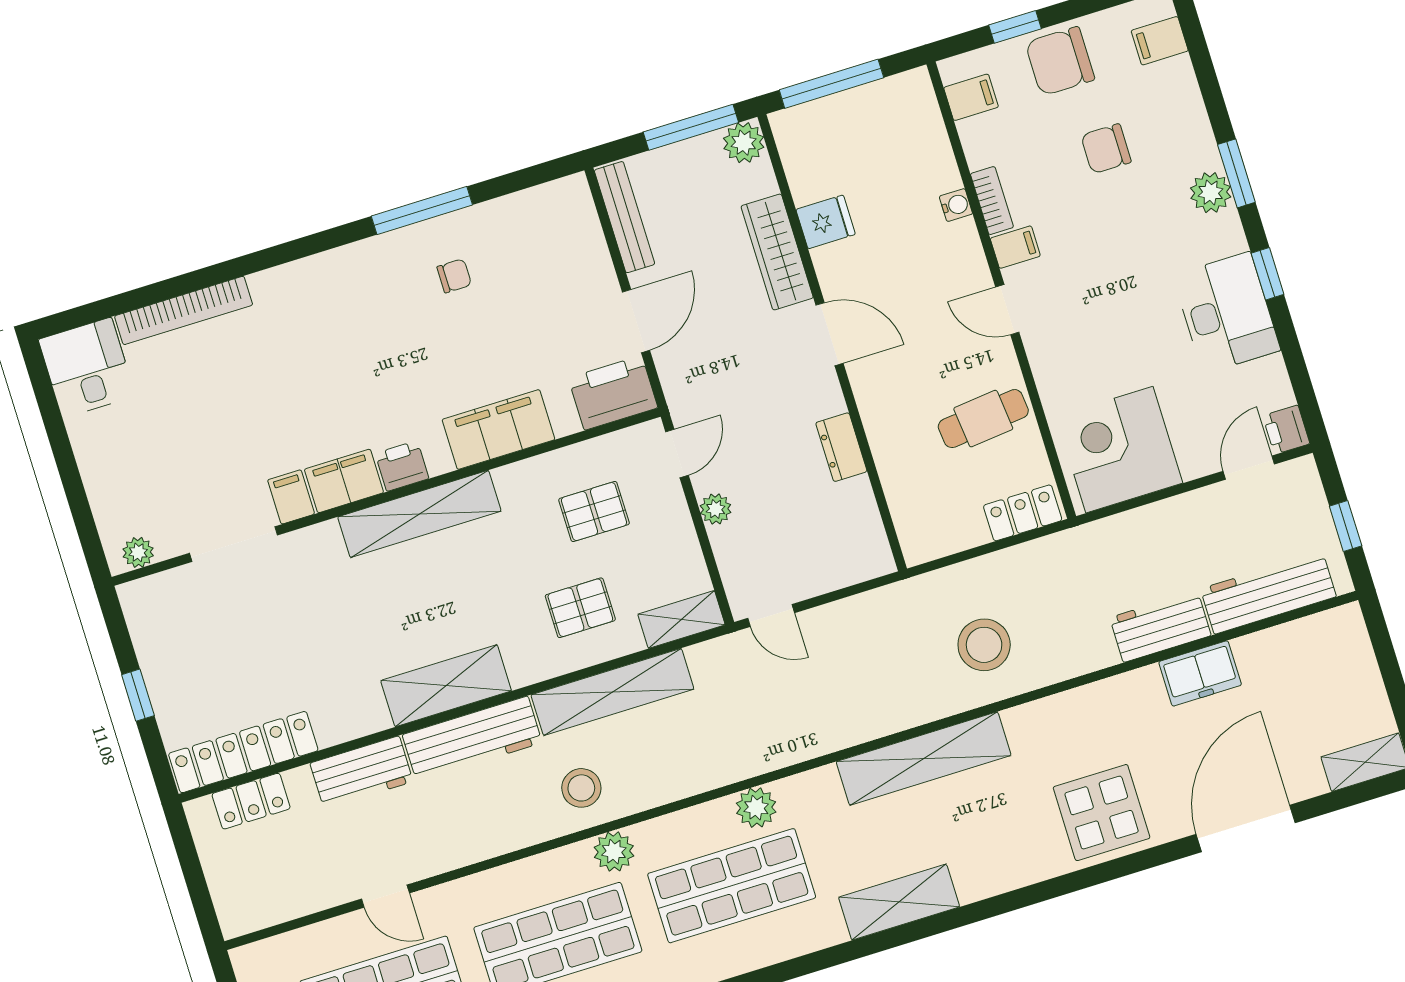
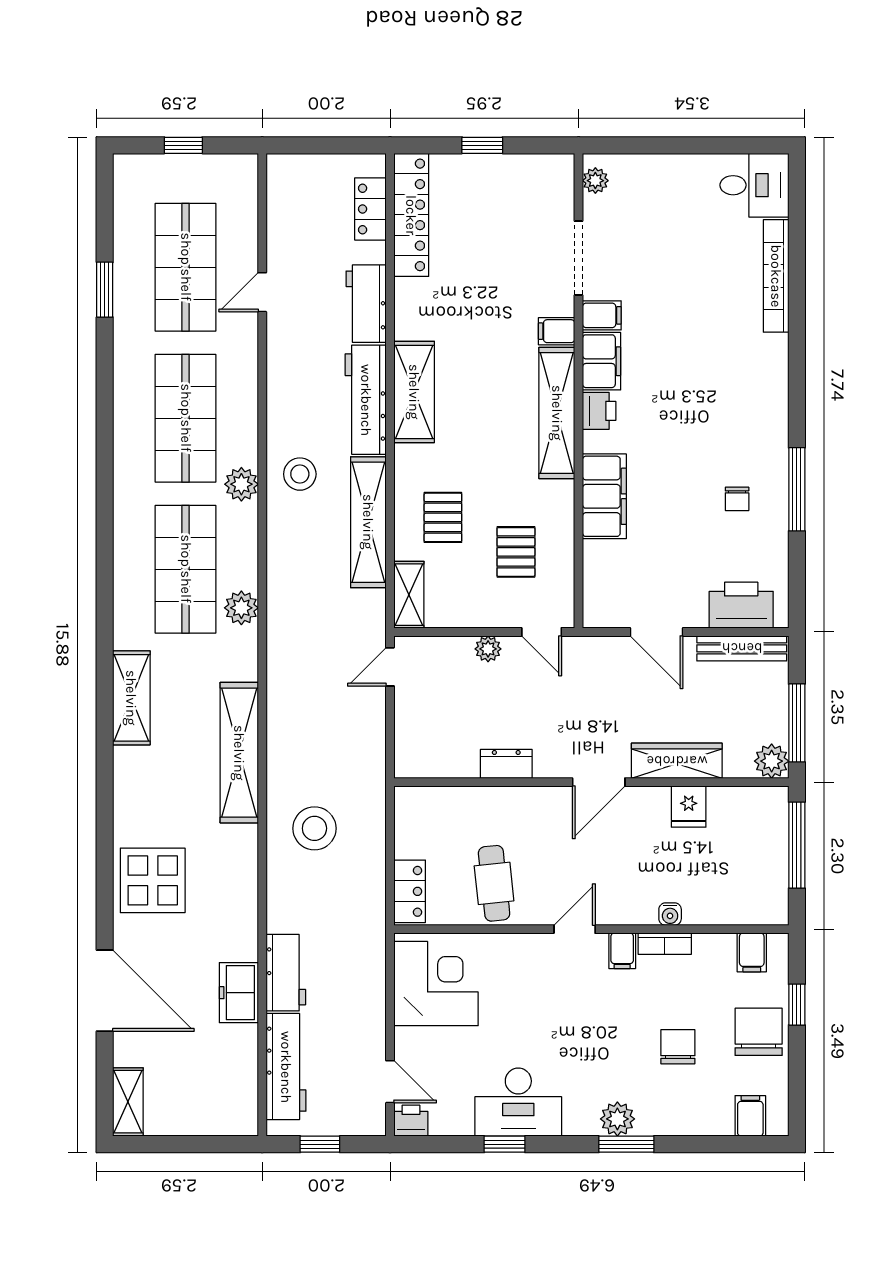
window: (1268, 274) -> (505, 1144), moved
printer: (613, 393) -> (741, 605), moved, turned -90
filing cabinet: (325, 543) -> (557, 331), added

